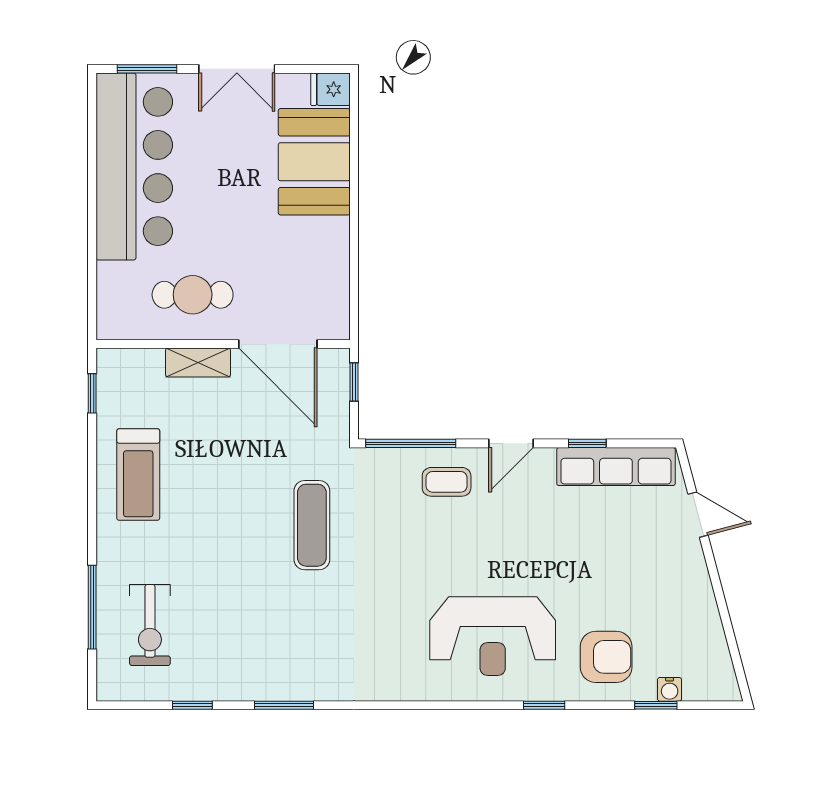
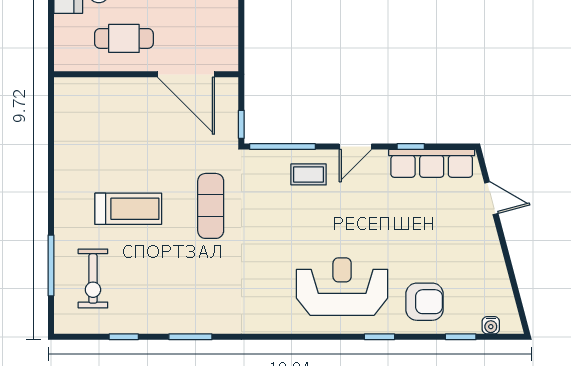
shelving: (198, 363) -> (128, 88), removed
window: (354, 382) -> (241, 124), moved
window: (92, 393) -> (51, 110), removed
treadmill: (138, 475) -> (128, 209), moved, turned -90
reception desk: (493, 636) -> (342, 287), turned 180
water cooler: (670, 689) -> (491, 325), moved

